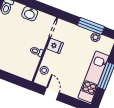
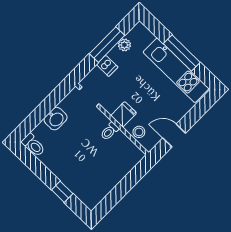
dishwasher: (77, 32) -> (107, 66), added
fridge: (55, 46) -> (124, 114), moved

